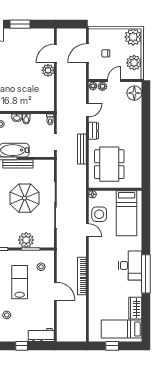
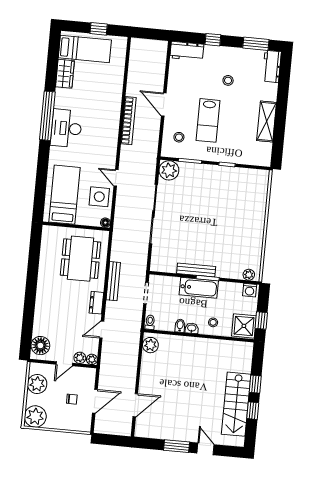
plant: (48, 70) -> (150, 345), moved
parasol: (25, 198) -> (192, 226), removed
plant: (26, 240) -> (169, 170), moved

